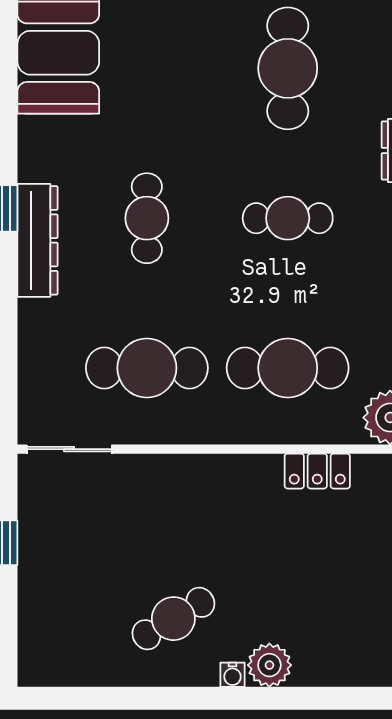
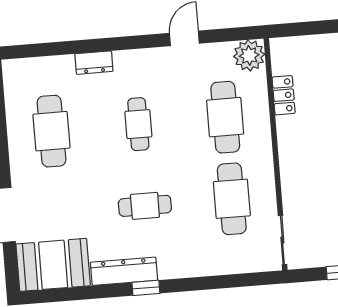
cafe table: (288, 68) -> (52, 131), turned 90
dresser: (38, 240) -> (124, 271), moved

